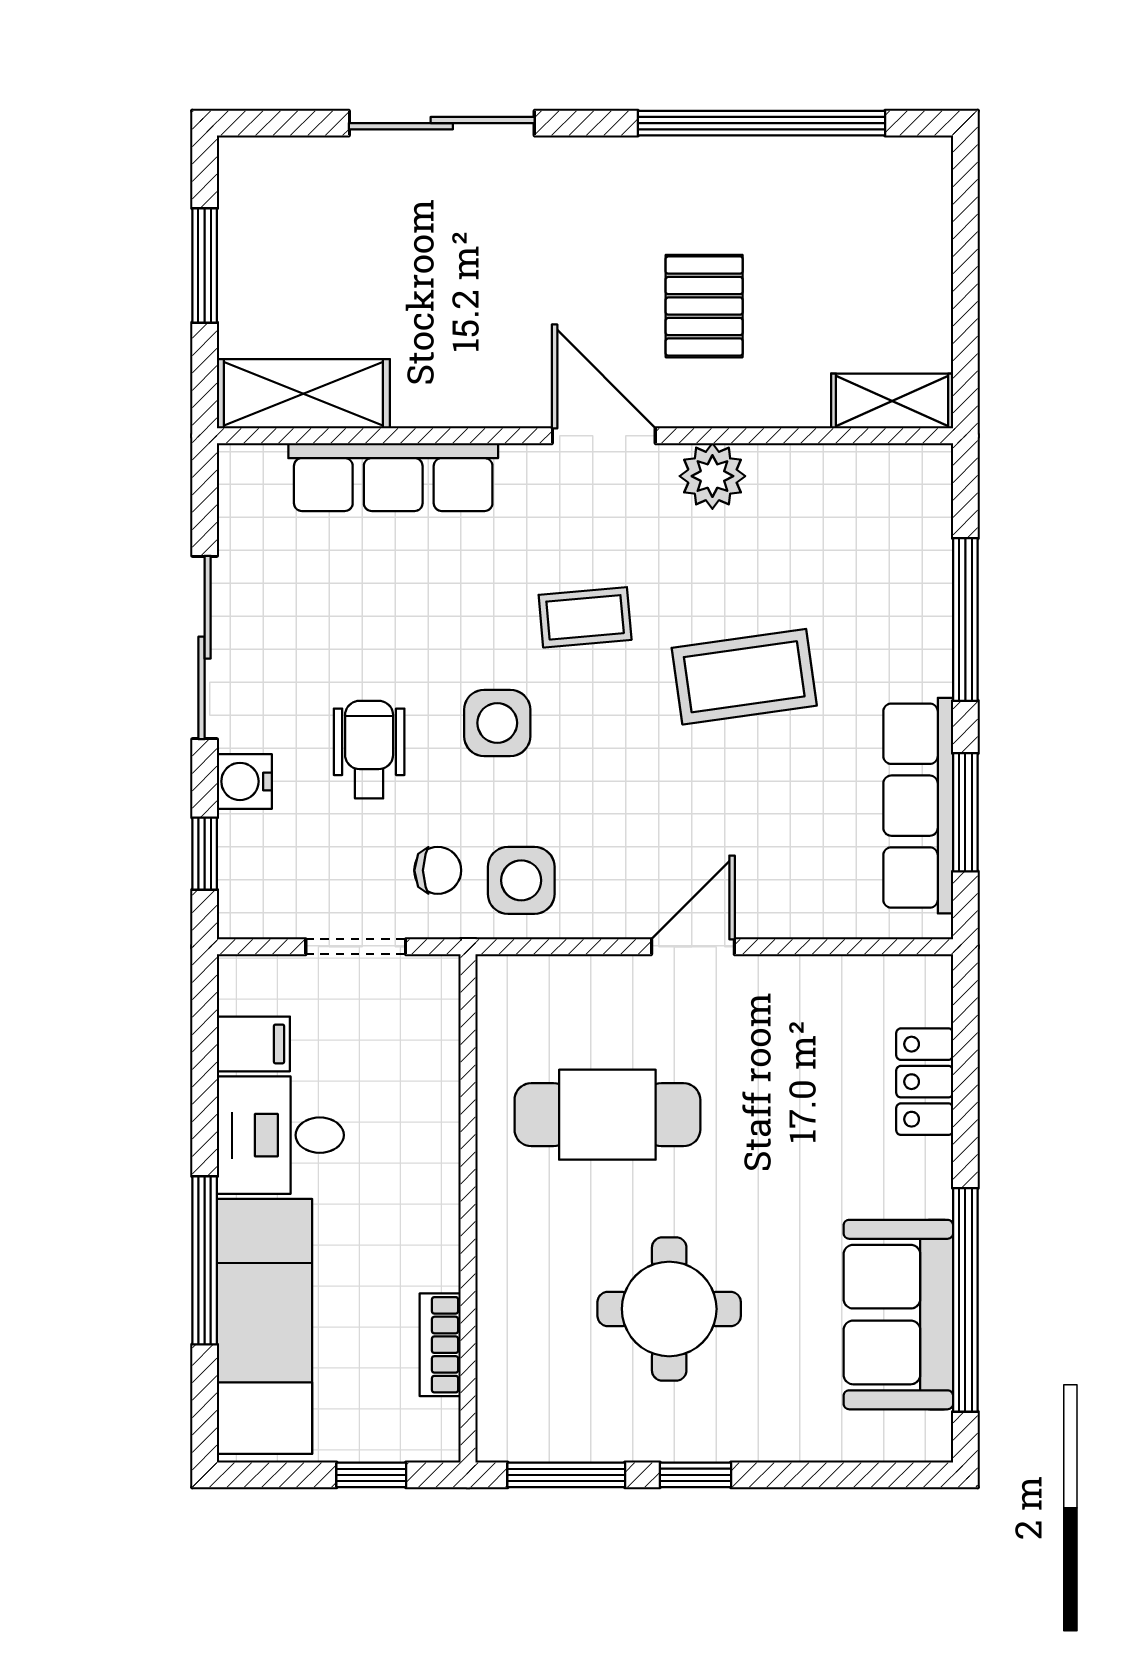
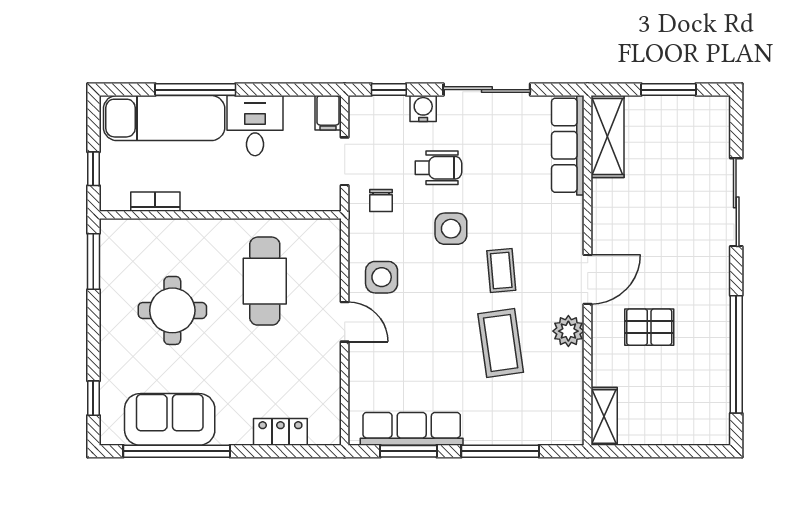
row of seats: (393, 477) -> (568, 145), moved
coffee table: (744, 677) -> (501, 343), moved
side table: (521, 880) -> (382, 277), moved
filing cabinet: (253, 1044) -> (328, 113), moved
window: (695, 1475) -> (93, 398), moved

